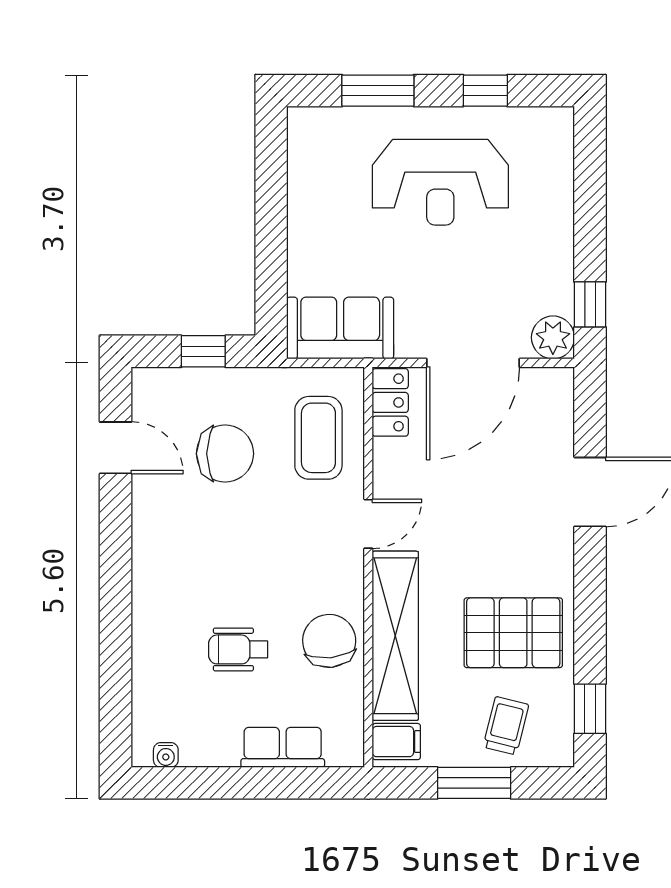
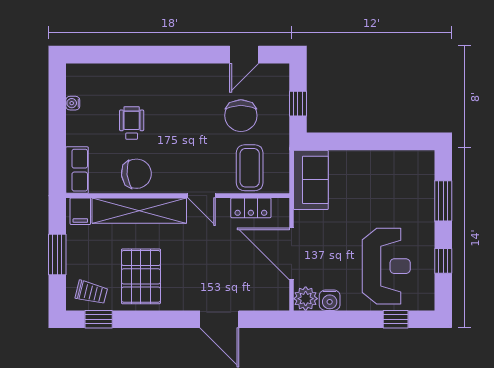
reception desk: (440, 182) -> (386, 266), moved, turned 180
water cooler: (556, 294) -> (330, 300), added
window: (590, 304) -> (396, 319), moved
locker: (390, 402) -> (251, 208), moved
coffee table: (318, 438) -> (250, 168), turned 90
trolley: (506, 726) -> (91, 292), moved
row of seats: (283, 747) -> (77, 170), moved
water cooler: (166, 755) -> (73, 103), moved

